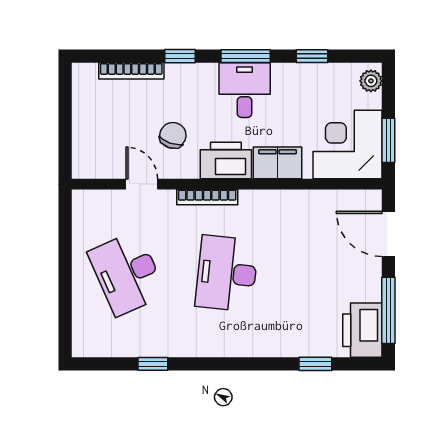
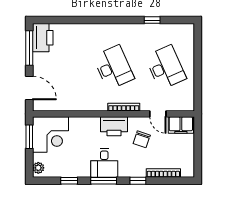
filing cabinet: (277, 163) -> (181, 125), moved
desk: (227, 273) -> (114, 67), turned -30
window: (315, 364) -> (67, 20), removed

